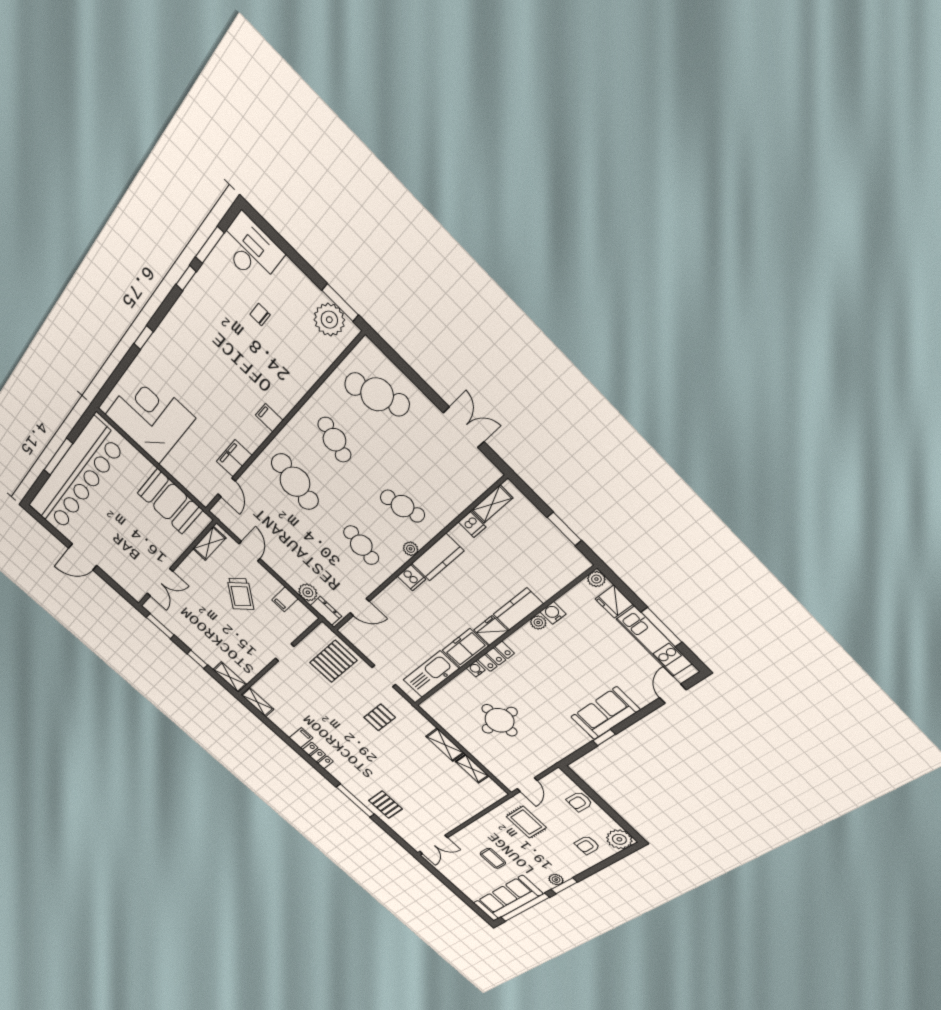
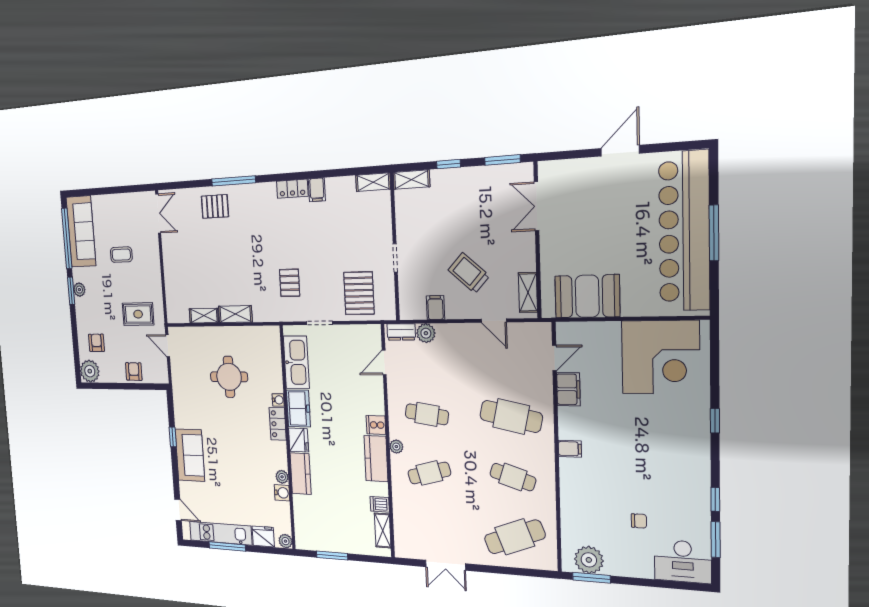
door: (226, 488) -> (554, 358), swing flipped
double door: (433, 845) -> (158, 214), swing flipped

